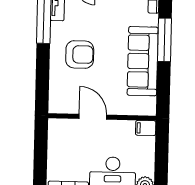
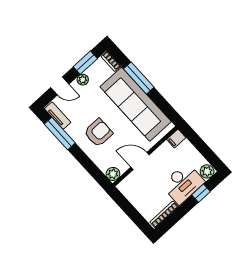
sofa: (143, 61) -> (136, 104), width x1.36, depth x1.27
plant: (57, 105) -> (113, 174), added

